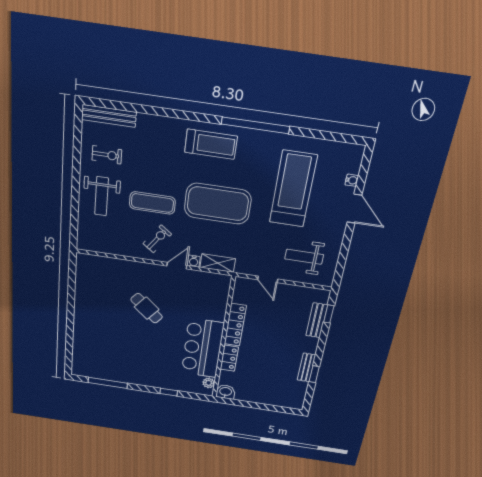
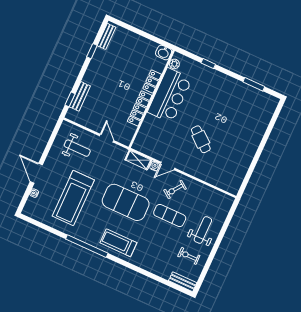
bench: (109, 116) -> (183, 282), width x0.73
bench: (306, 367) -> (107, 36), moved
window: (108, 383) -> (254, 84), width x0.69

